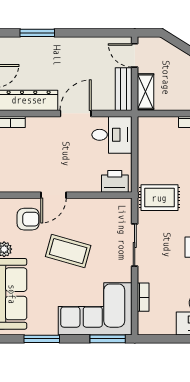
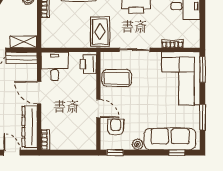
coffee table: (68, 251) -> (117, 78), moved, turned 74

